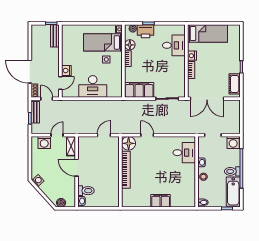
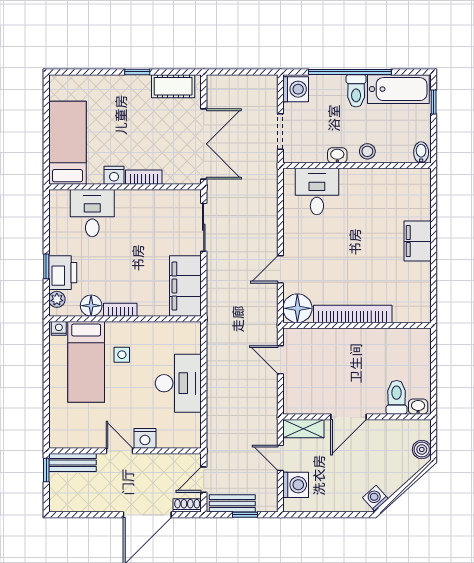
door: (60, 83) -> (120, 451), moved

